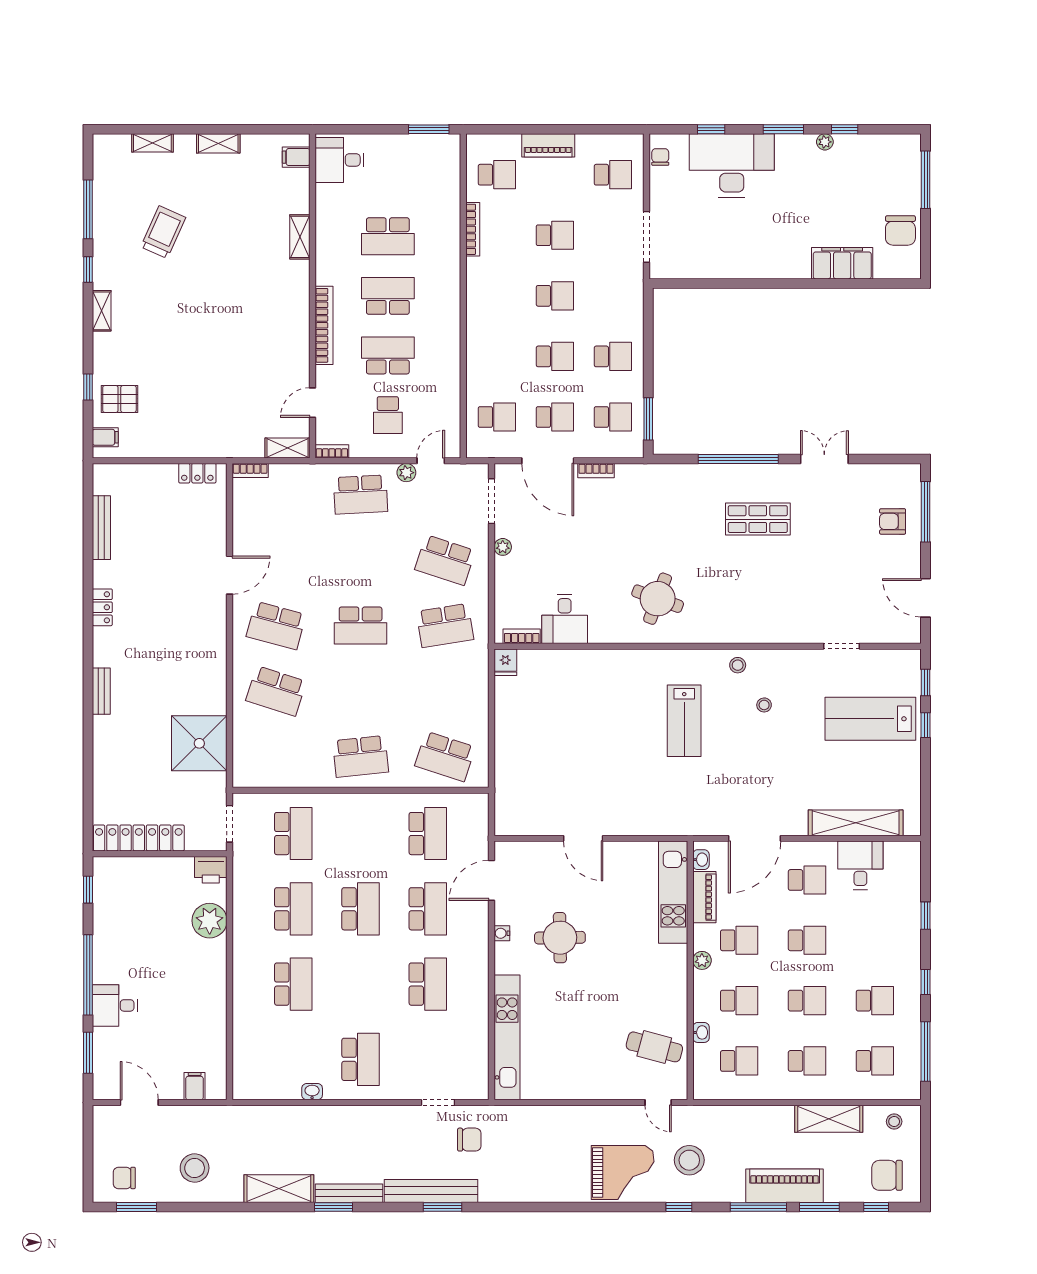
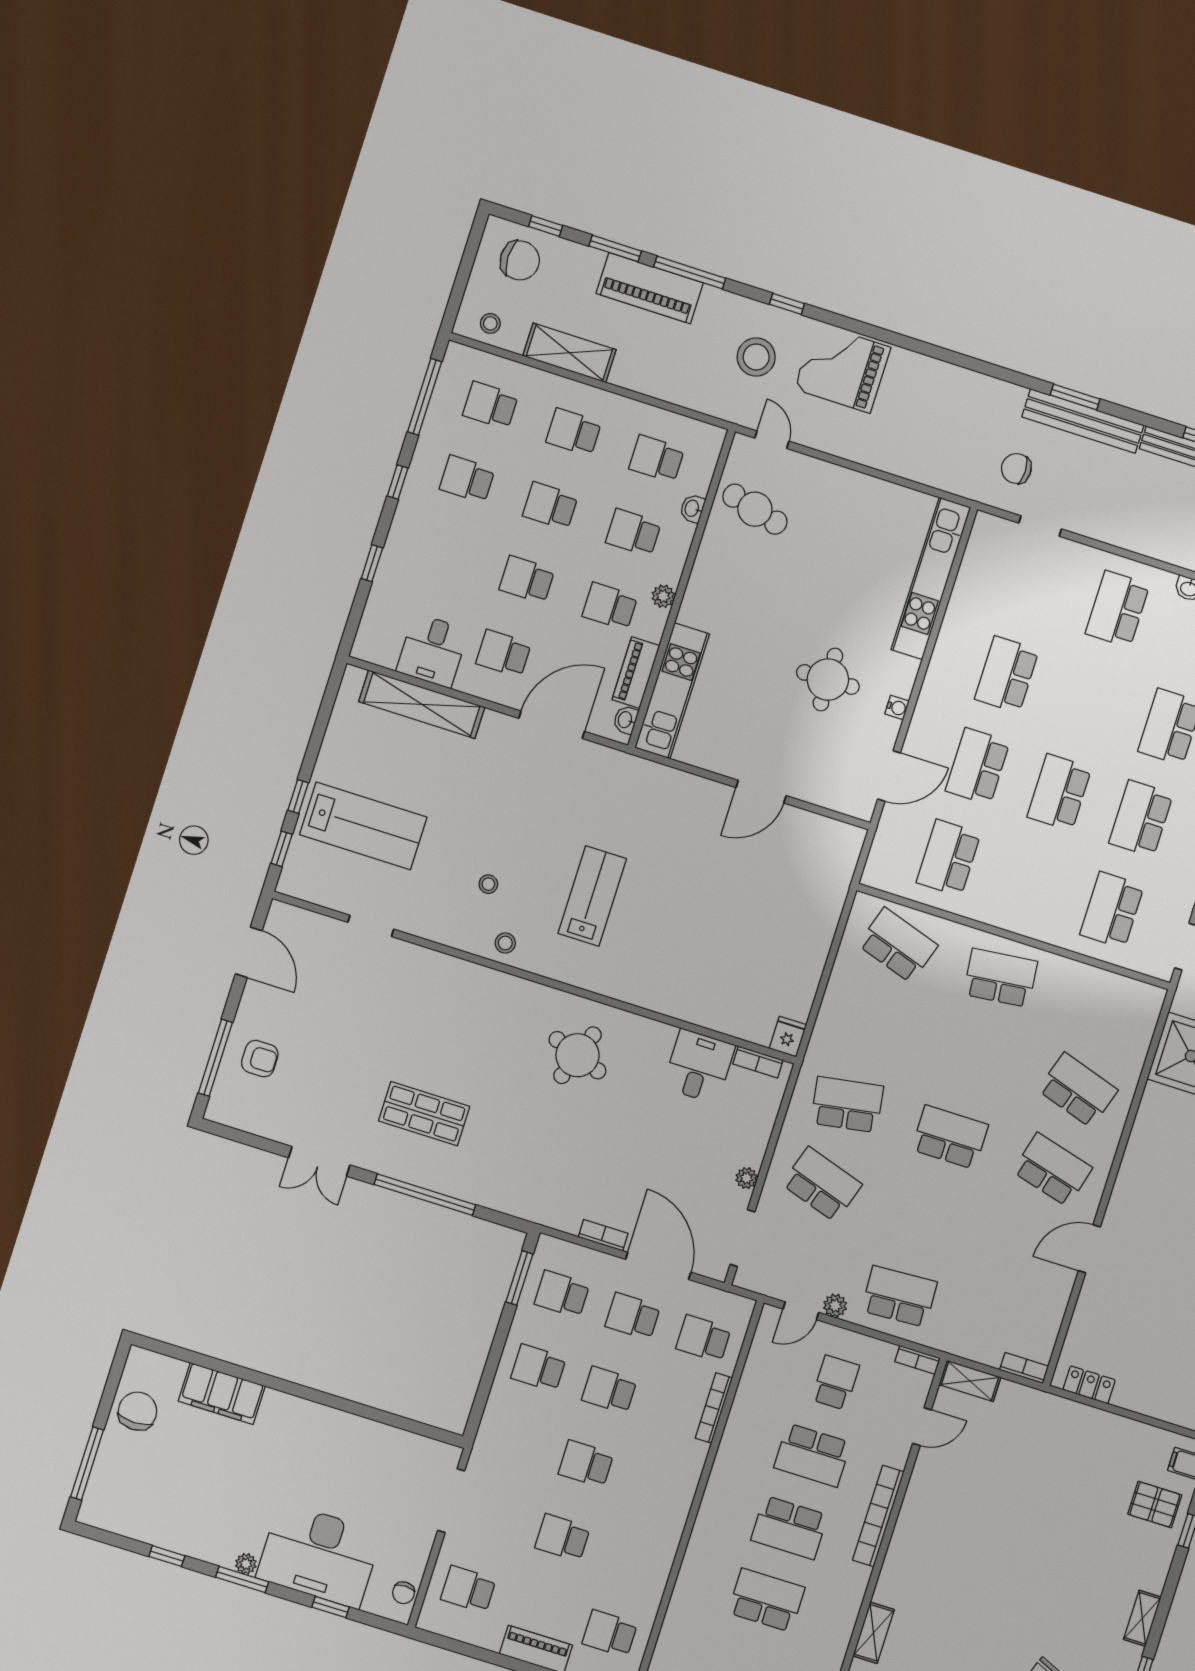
plant: (825, 142) -> (246, 1564), moved
bookcase: (473, 229) -> (714, 1408), moved
door: (583, 838) -> (761, 792), swing flipped

